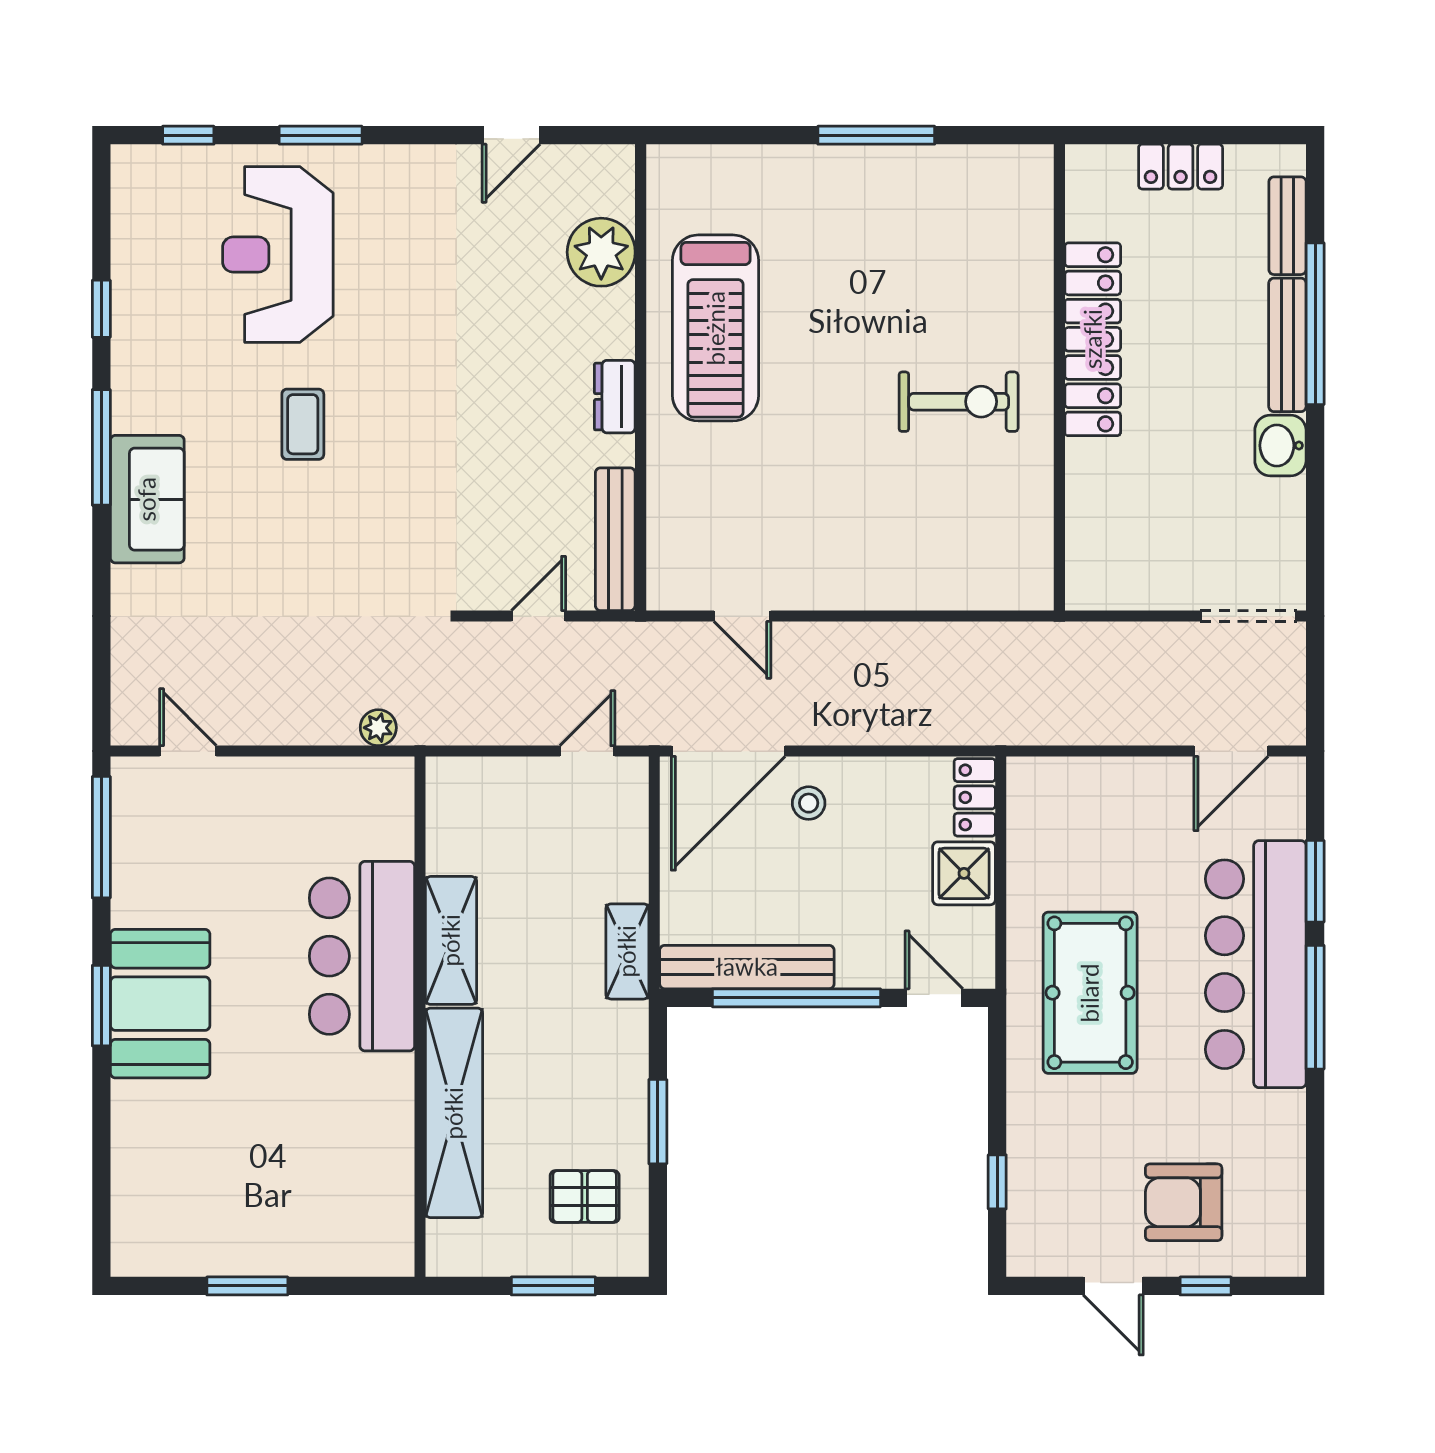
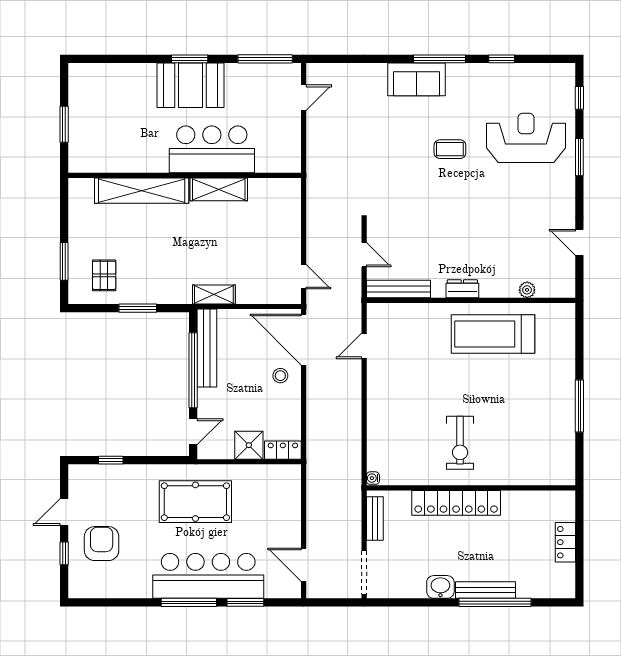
bench: (1287, 226) -> (375, 519), moved, turned 90
plant: (601, 252) -> (527, 290), width x0.53, depth x0.53
locker: (1093, 339) -> (456, 503), moved
water cooler: (1037, 596) -> (373, 478), added
plant: (378, 728) -> (314, 183), removed
shelving: (451, 940) -> (219, 189), moved
bar counter: (362, 956) -> (212, 149), moved
wall: (420, 1017) -> (185, 175), moved
shelving: (454, 1113) -> (142, 191), moved

